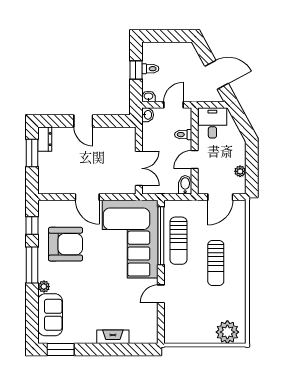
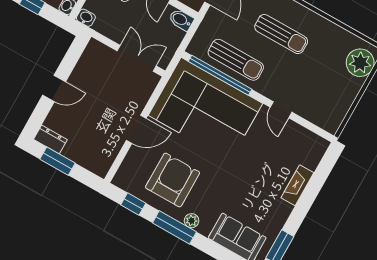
plant: (44, 287) -> (192, 221), moved

